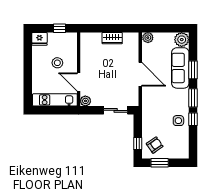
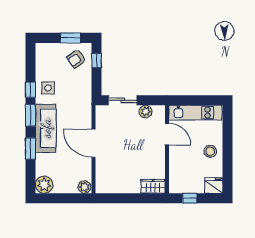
wardrobe: (112, 38) -> (153, 186), moved
stool: (57, 63) -> (210, 151), moved
sofa: (180, 68) -> (46, 128), moved
plant: (85, 101) -> (145, 111), moved

